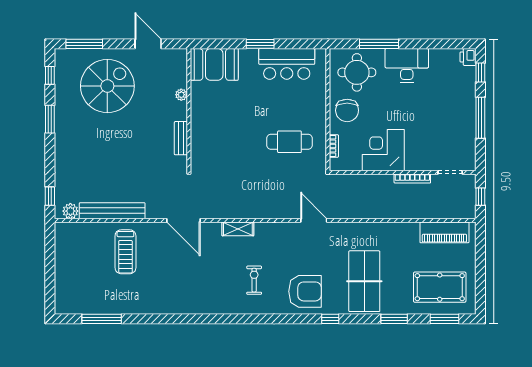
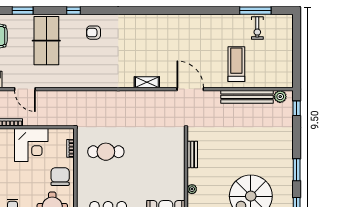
door: (314, 220) -> (25, 89), moved
exercise bike: (254, 280) -> (257, 28), moved
armchair: (305, 291) -> (94, 33), width x0.53, depth x0.53

